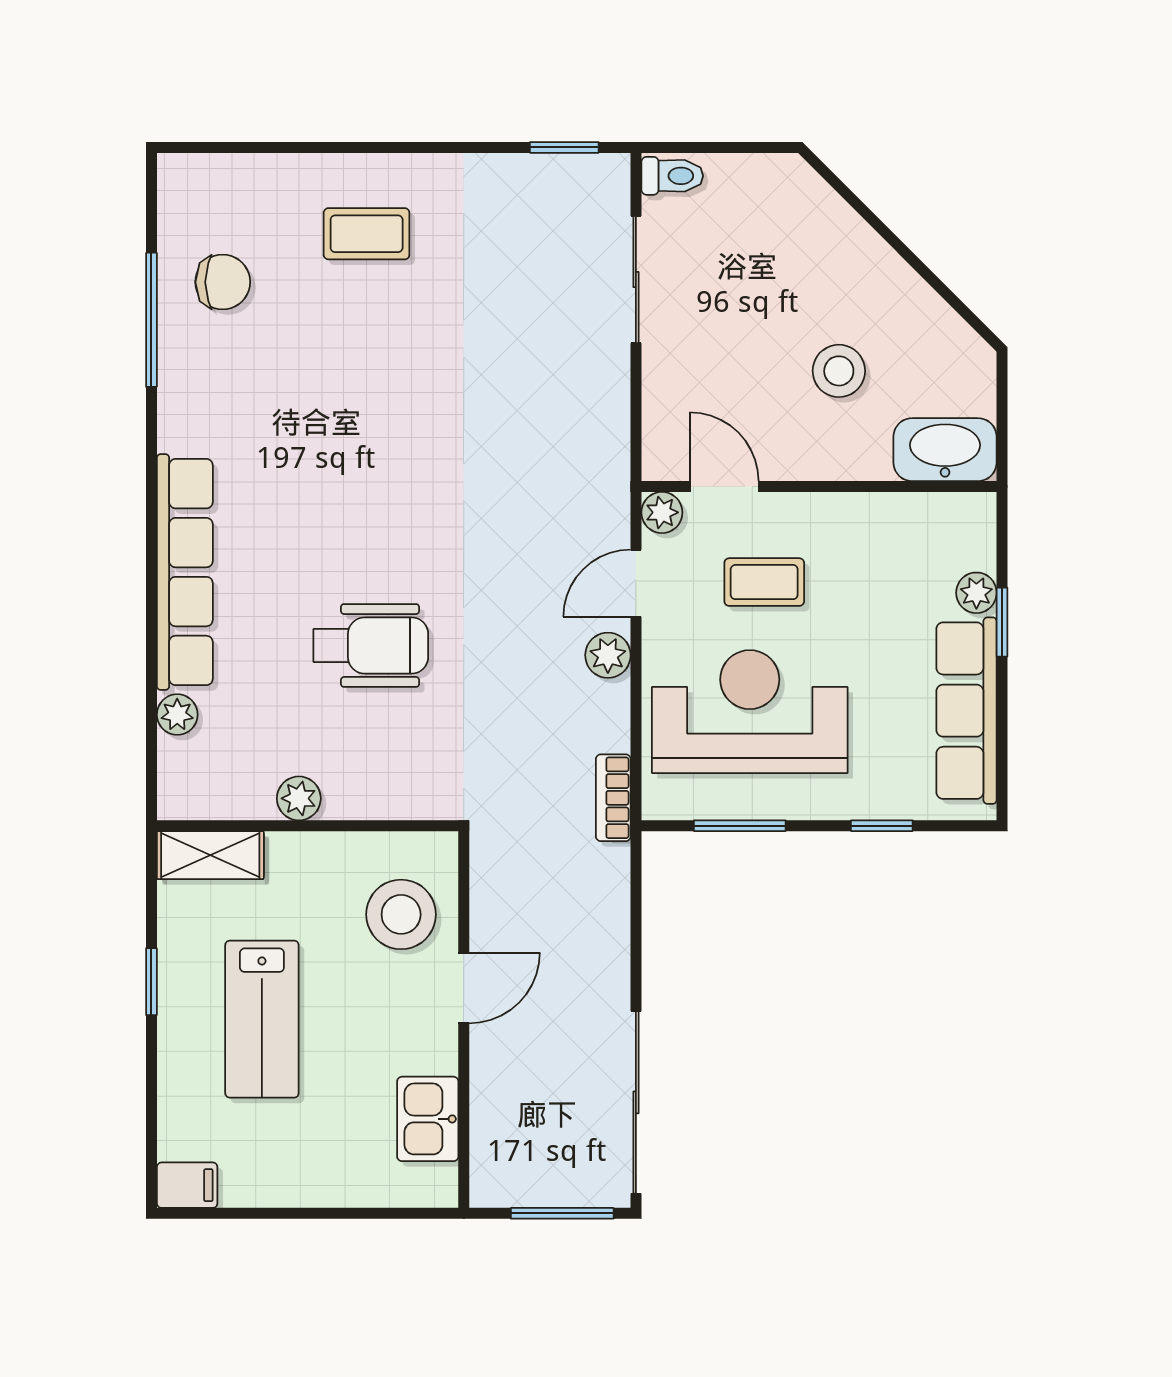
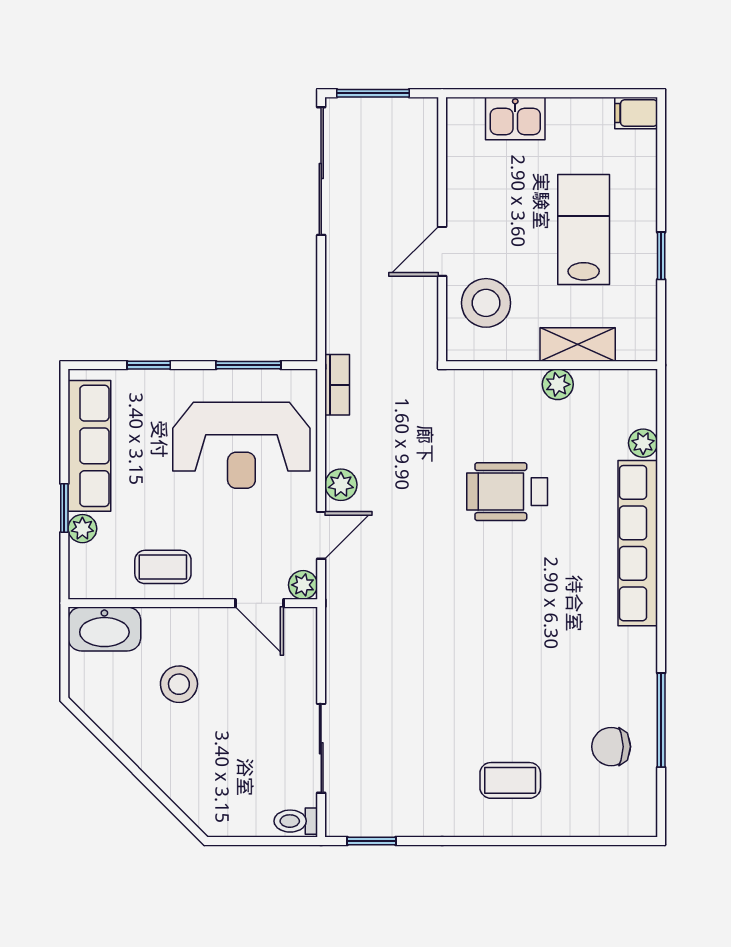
coffee table: (764, 582) -> (163, 567), moved
shelving: (210, 855) -> (578, 345), moved
kitchen sink: (428, 1119) -> (515, 118), moved, turned 90

